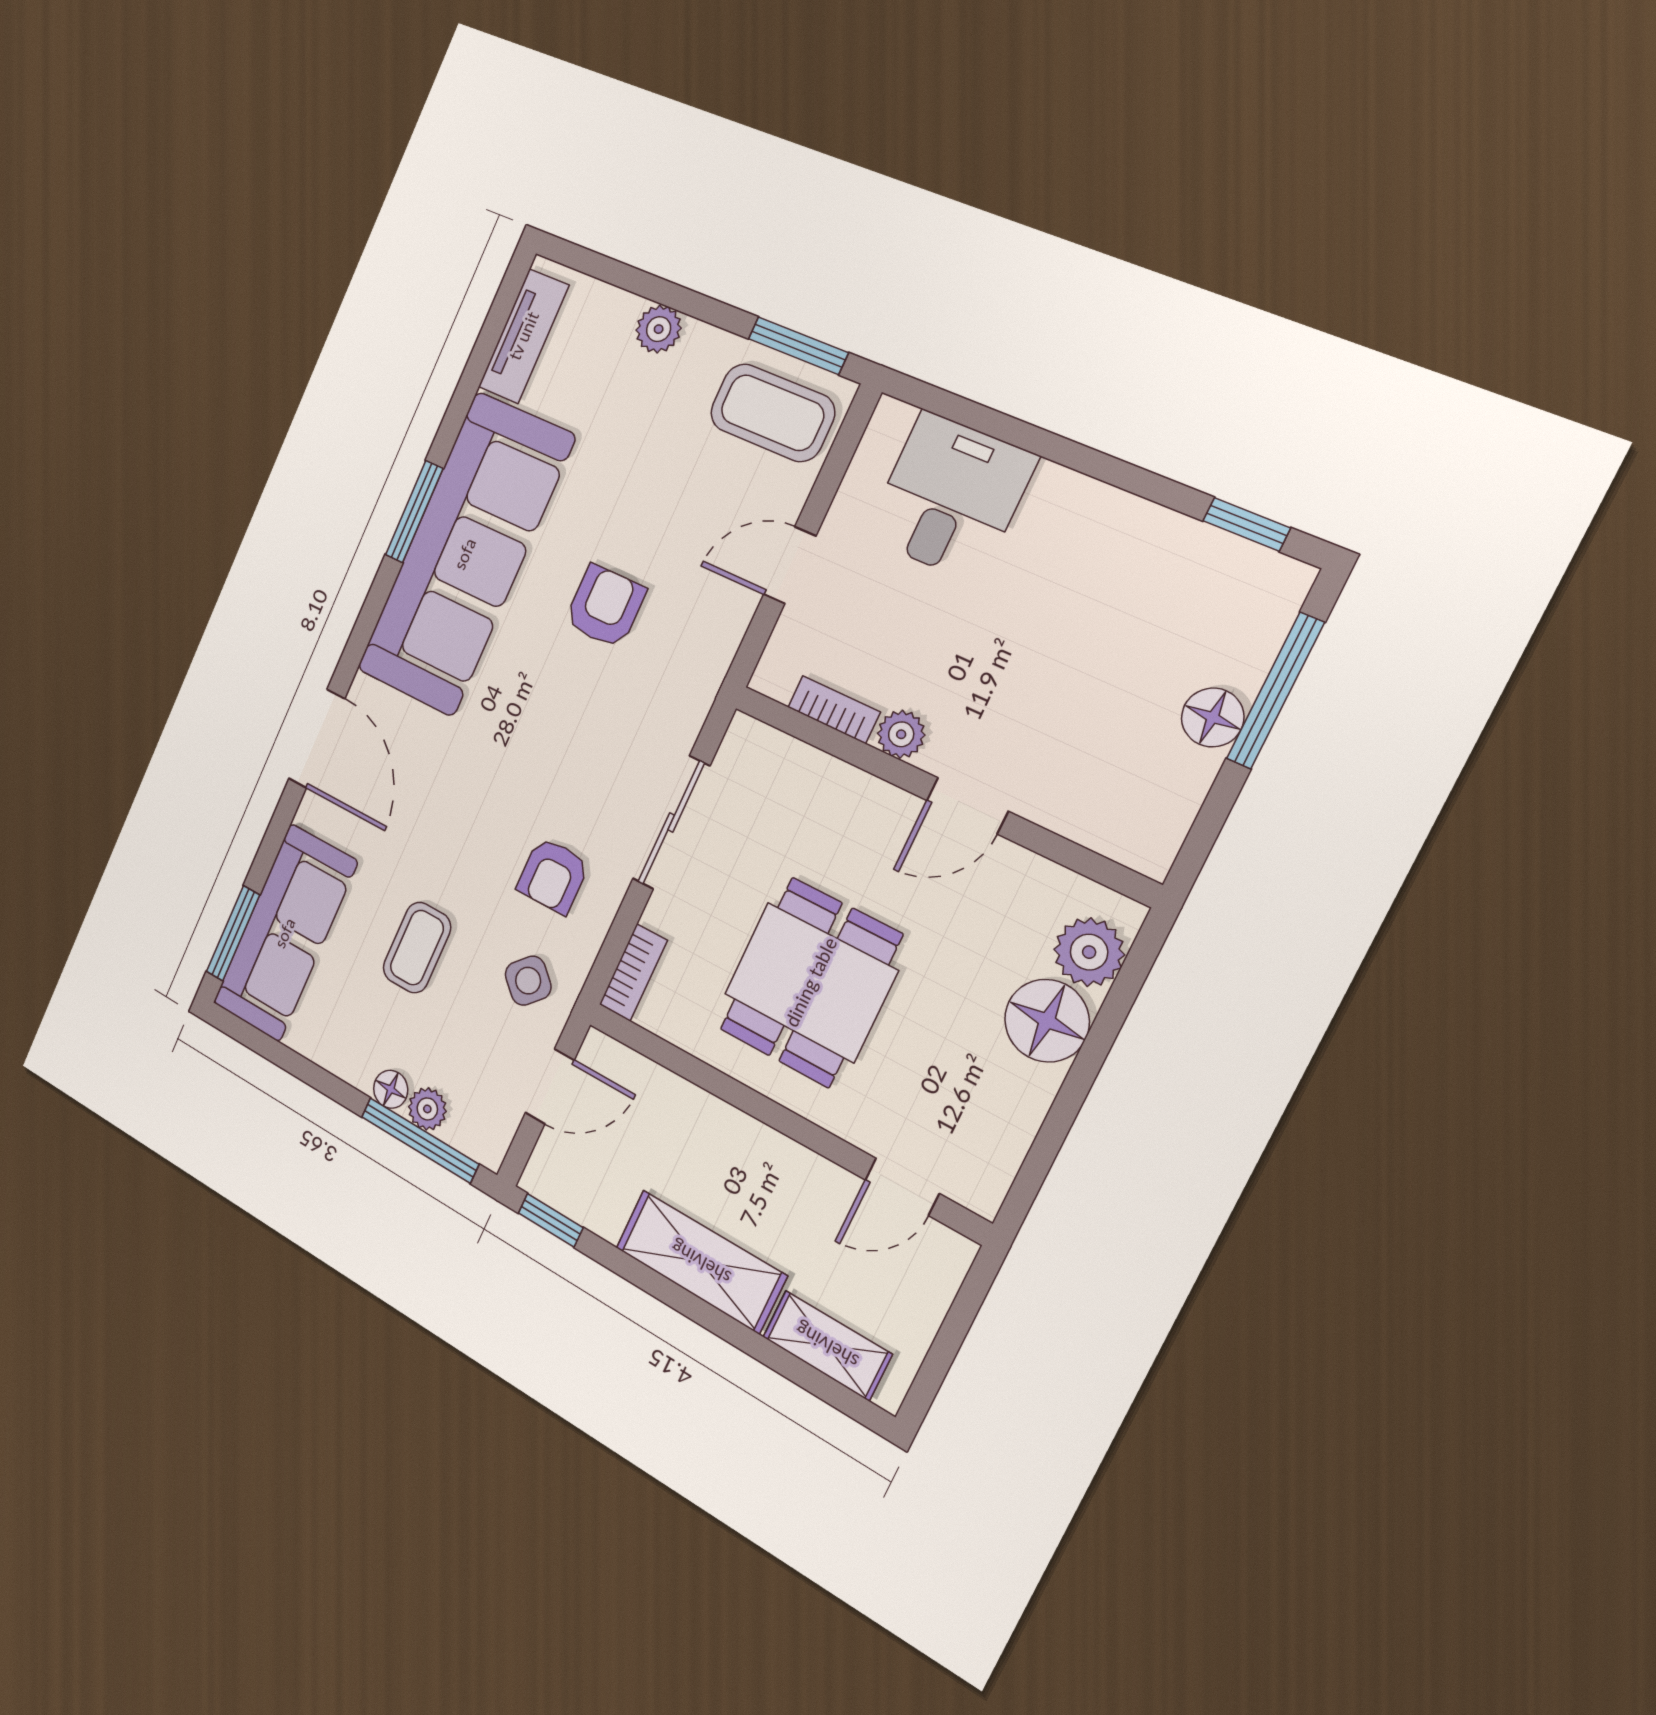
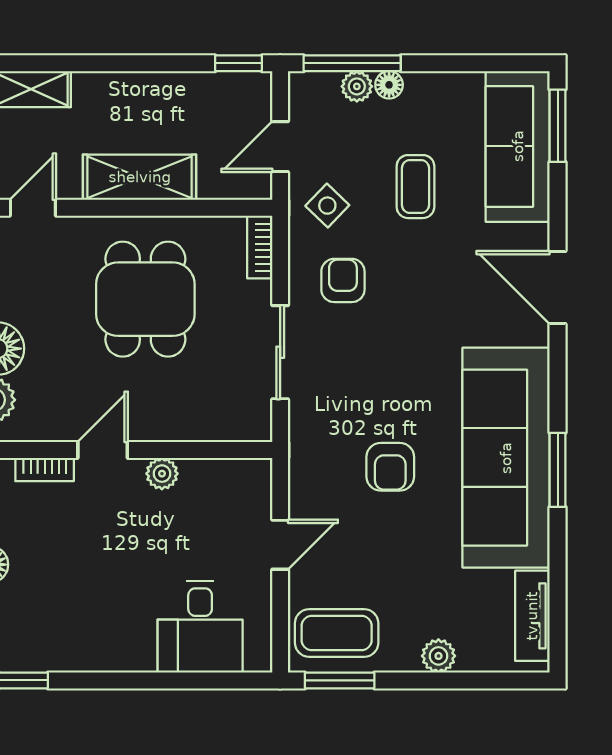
bookcase: (834, 710) -> (45, 470), moved
shelving: (701, 1262) -> (140, 177), moved

